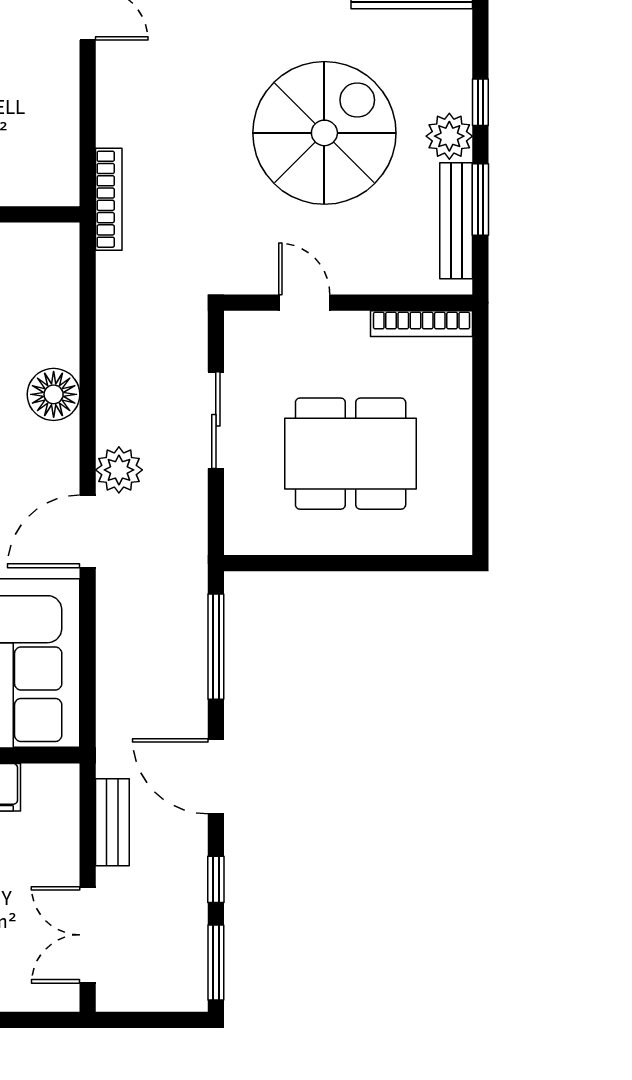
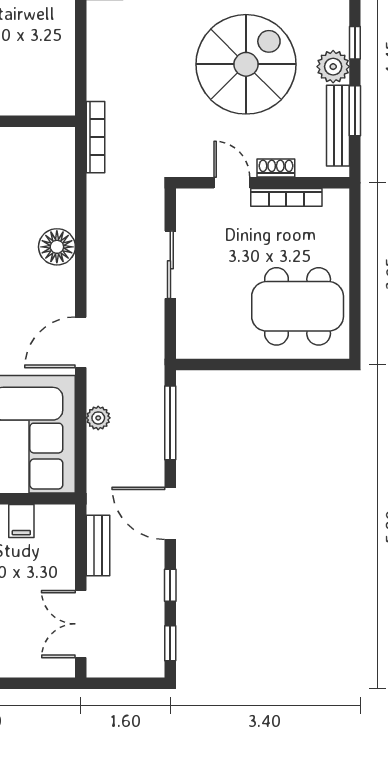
bookcase: (109, 199) -> (96, 137), moved
shoe rack: (367, 282) -> (276, 168), added
bookcase: (422, 324) -> (286, 197), moved
dining table: (351, 454) -> (298, 306), moved
plant: (119, 470) -> (98, 418), moved, width x0.73, depth x0.73
window: (216, 962) -> (170, 643), width x0.67

